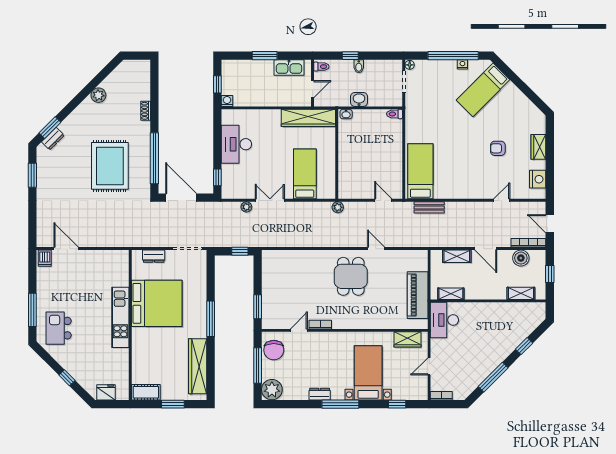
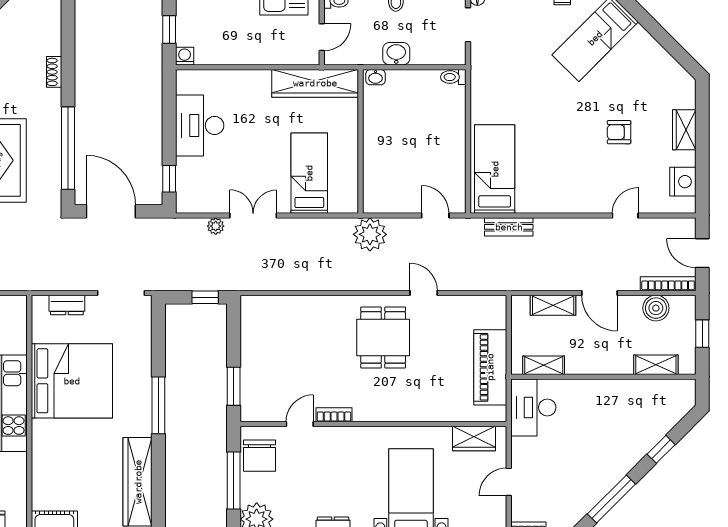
plant: (338, 207) -> (370, 234), width x1.87, depth x1.87

